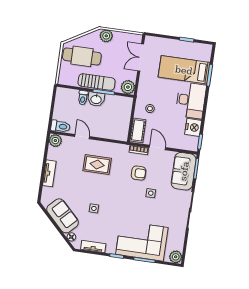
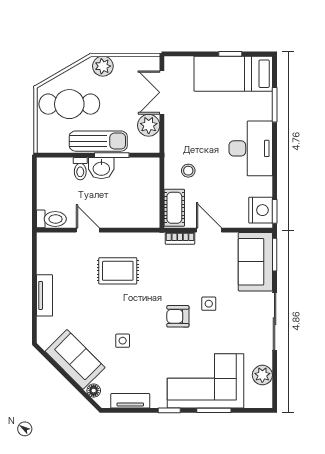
bed: (184, 70) -> (233, 74), moved
plant: (128, 87) -> (149, 125), moved
nightstand: (193, 127) -> (261, 210), moved
plant: (55, 141) -> (47, 243), removed
armchair: (139, 173) -> (178, 316), moved, turned 180
plant: (176, 257) -> (262, 375), moved

